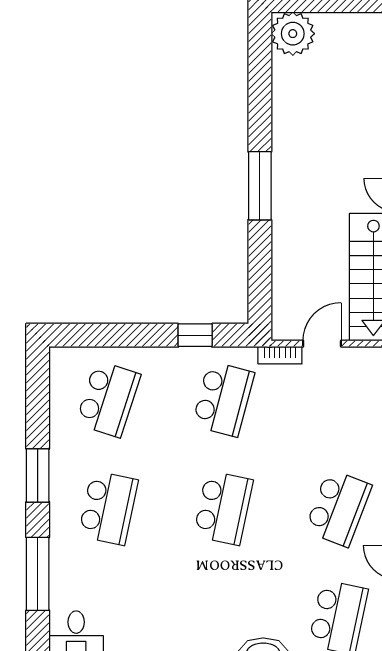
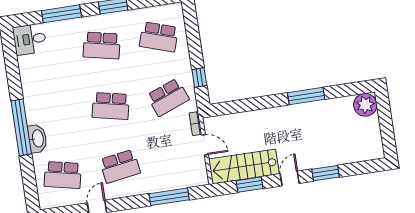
window: (260, 186) -> (306, 96), moved
school desk: (223, 399) -> (168, 97), turned -36
school desk: (338, 508) -> (120, 166), turned -30

